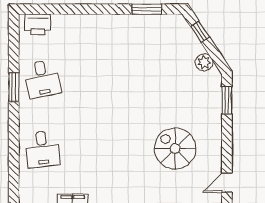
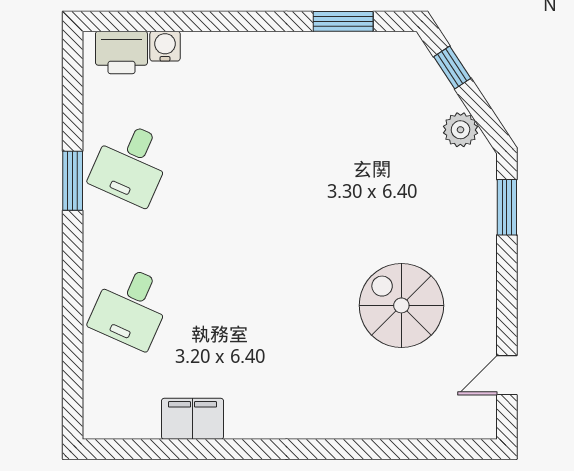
water cooler: (59, 21) -> (165, 46), added
desk: (42, 79) -> (131, 164), turned 36
desk: (42, 149) -> (131, 307), turned 30

